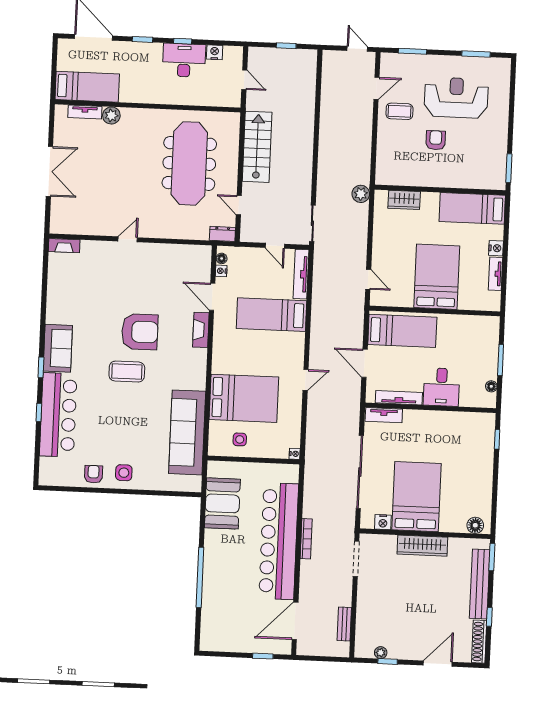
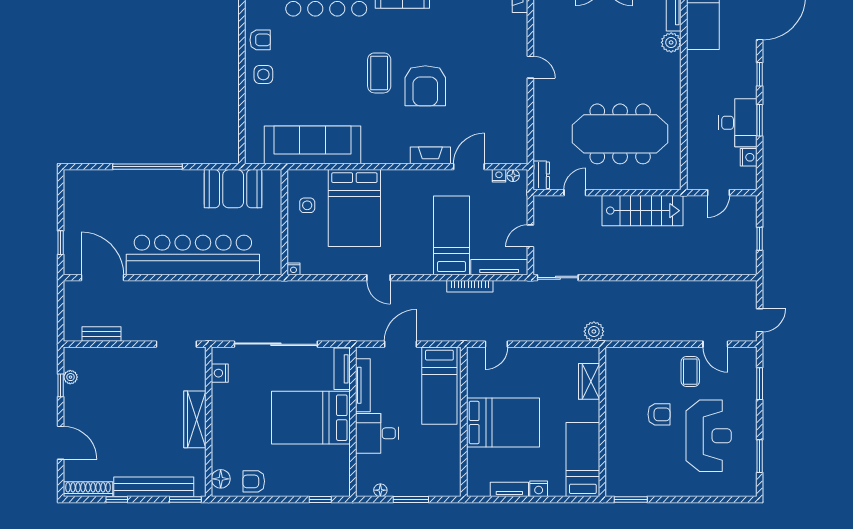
window: (183, 41) -> (760, 120), width x1.50
bed: (416, 497) -> (311, 418), moved, turned 180
armchair: (479, 497) -> (254, 481), added
bookcase: (306, 539) -> (470, 286), moved

